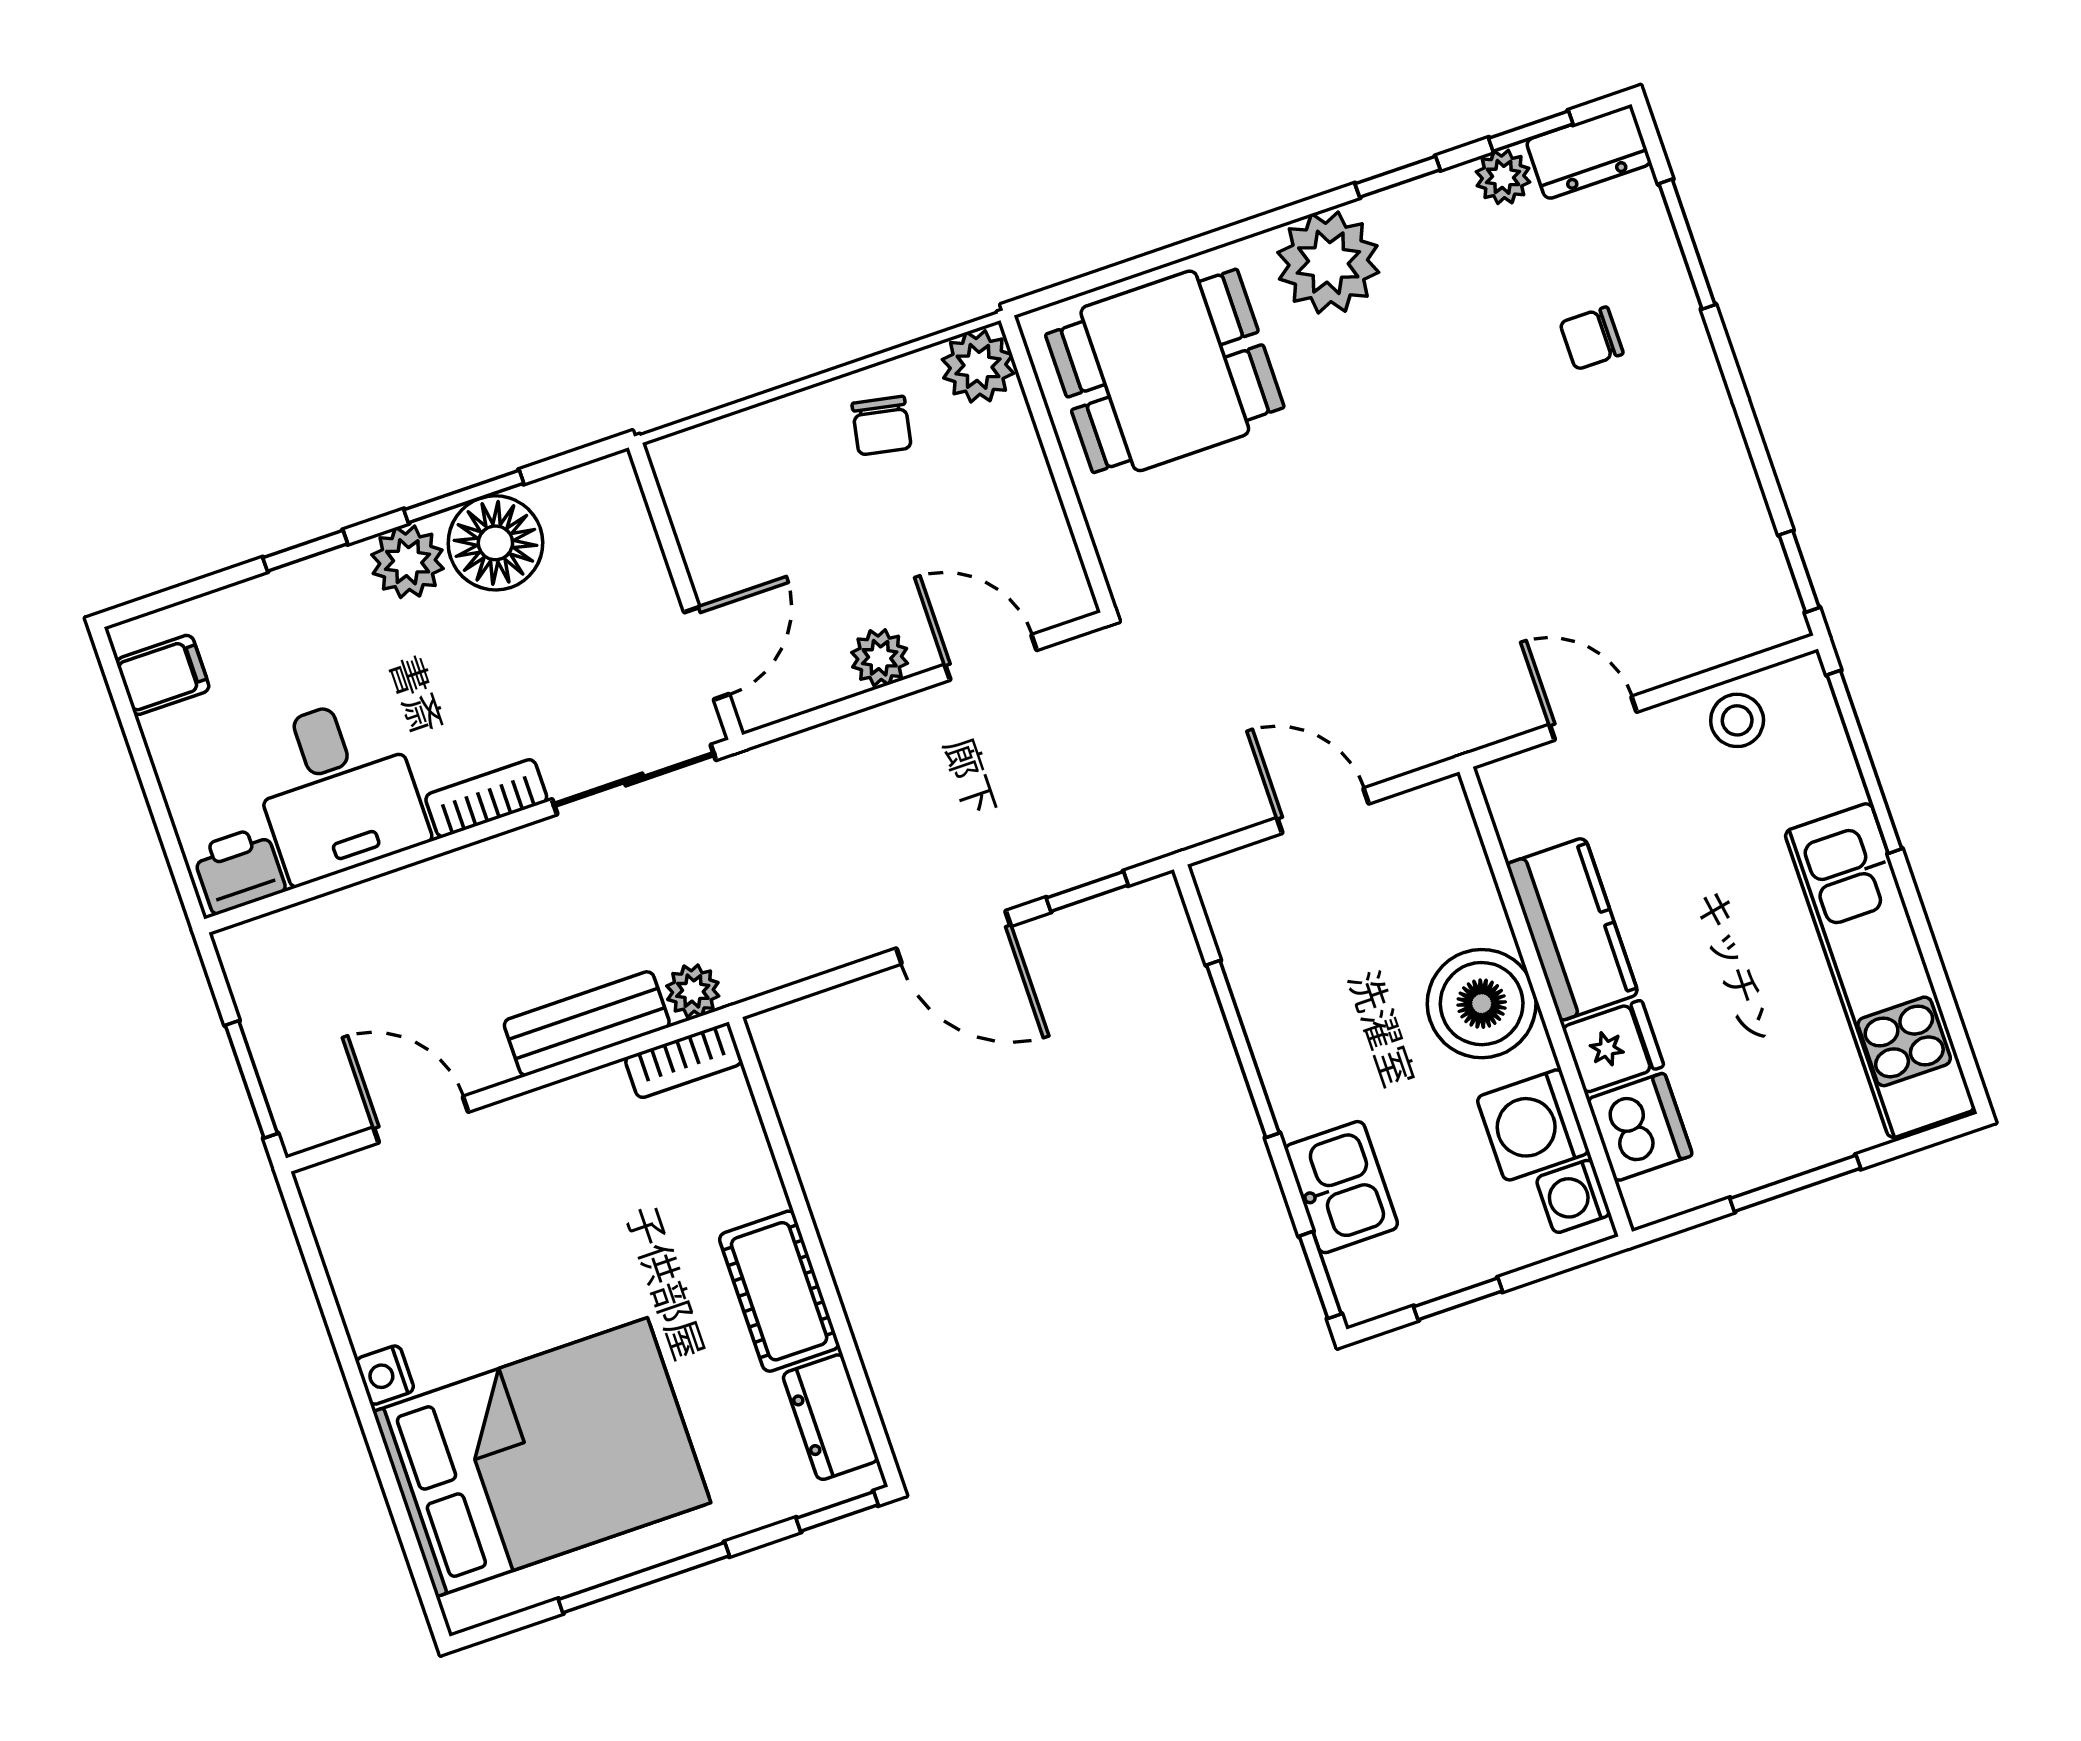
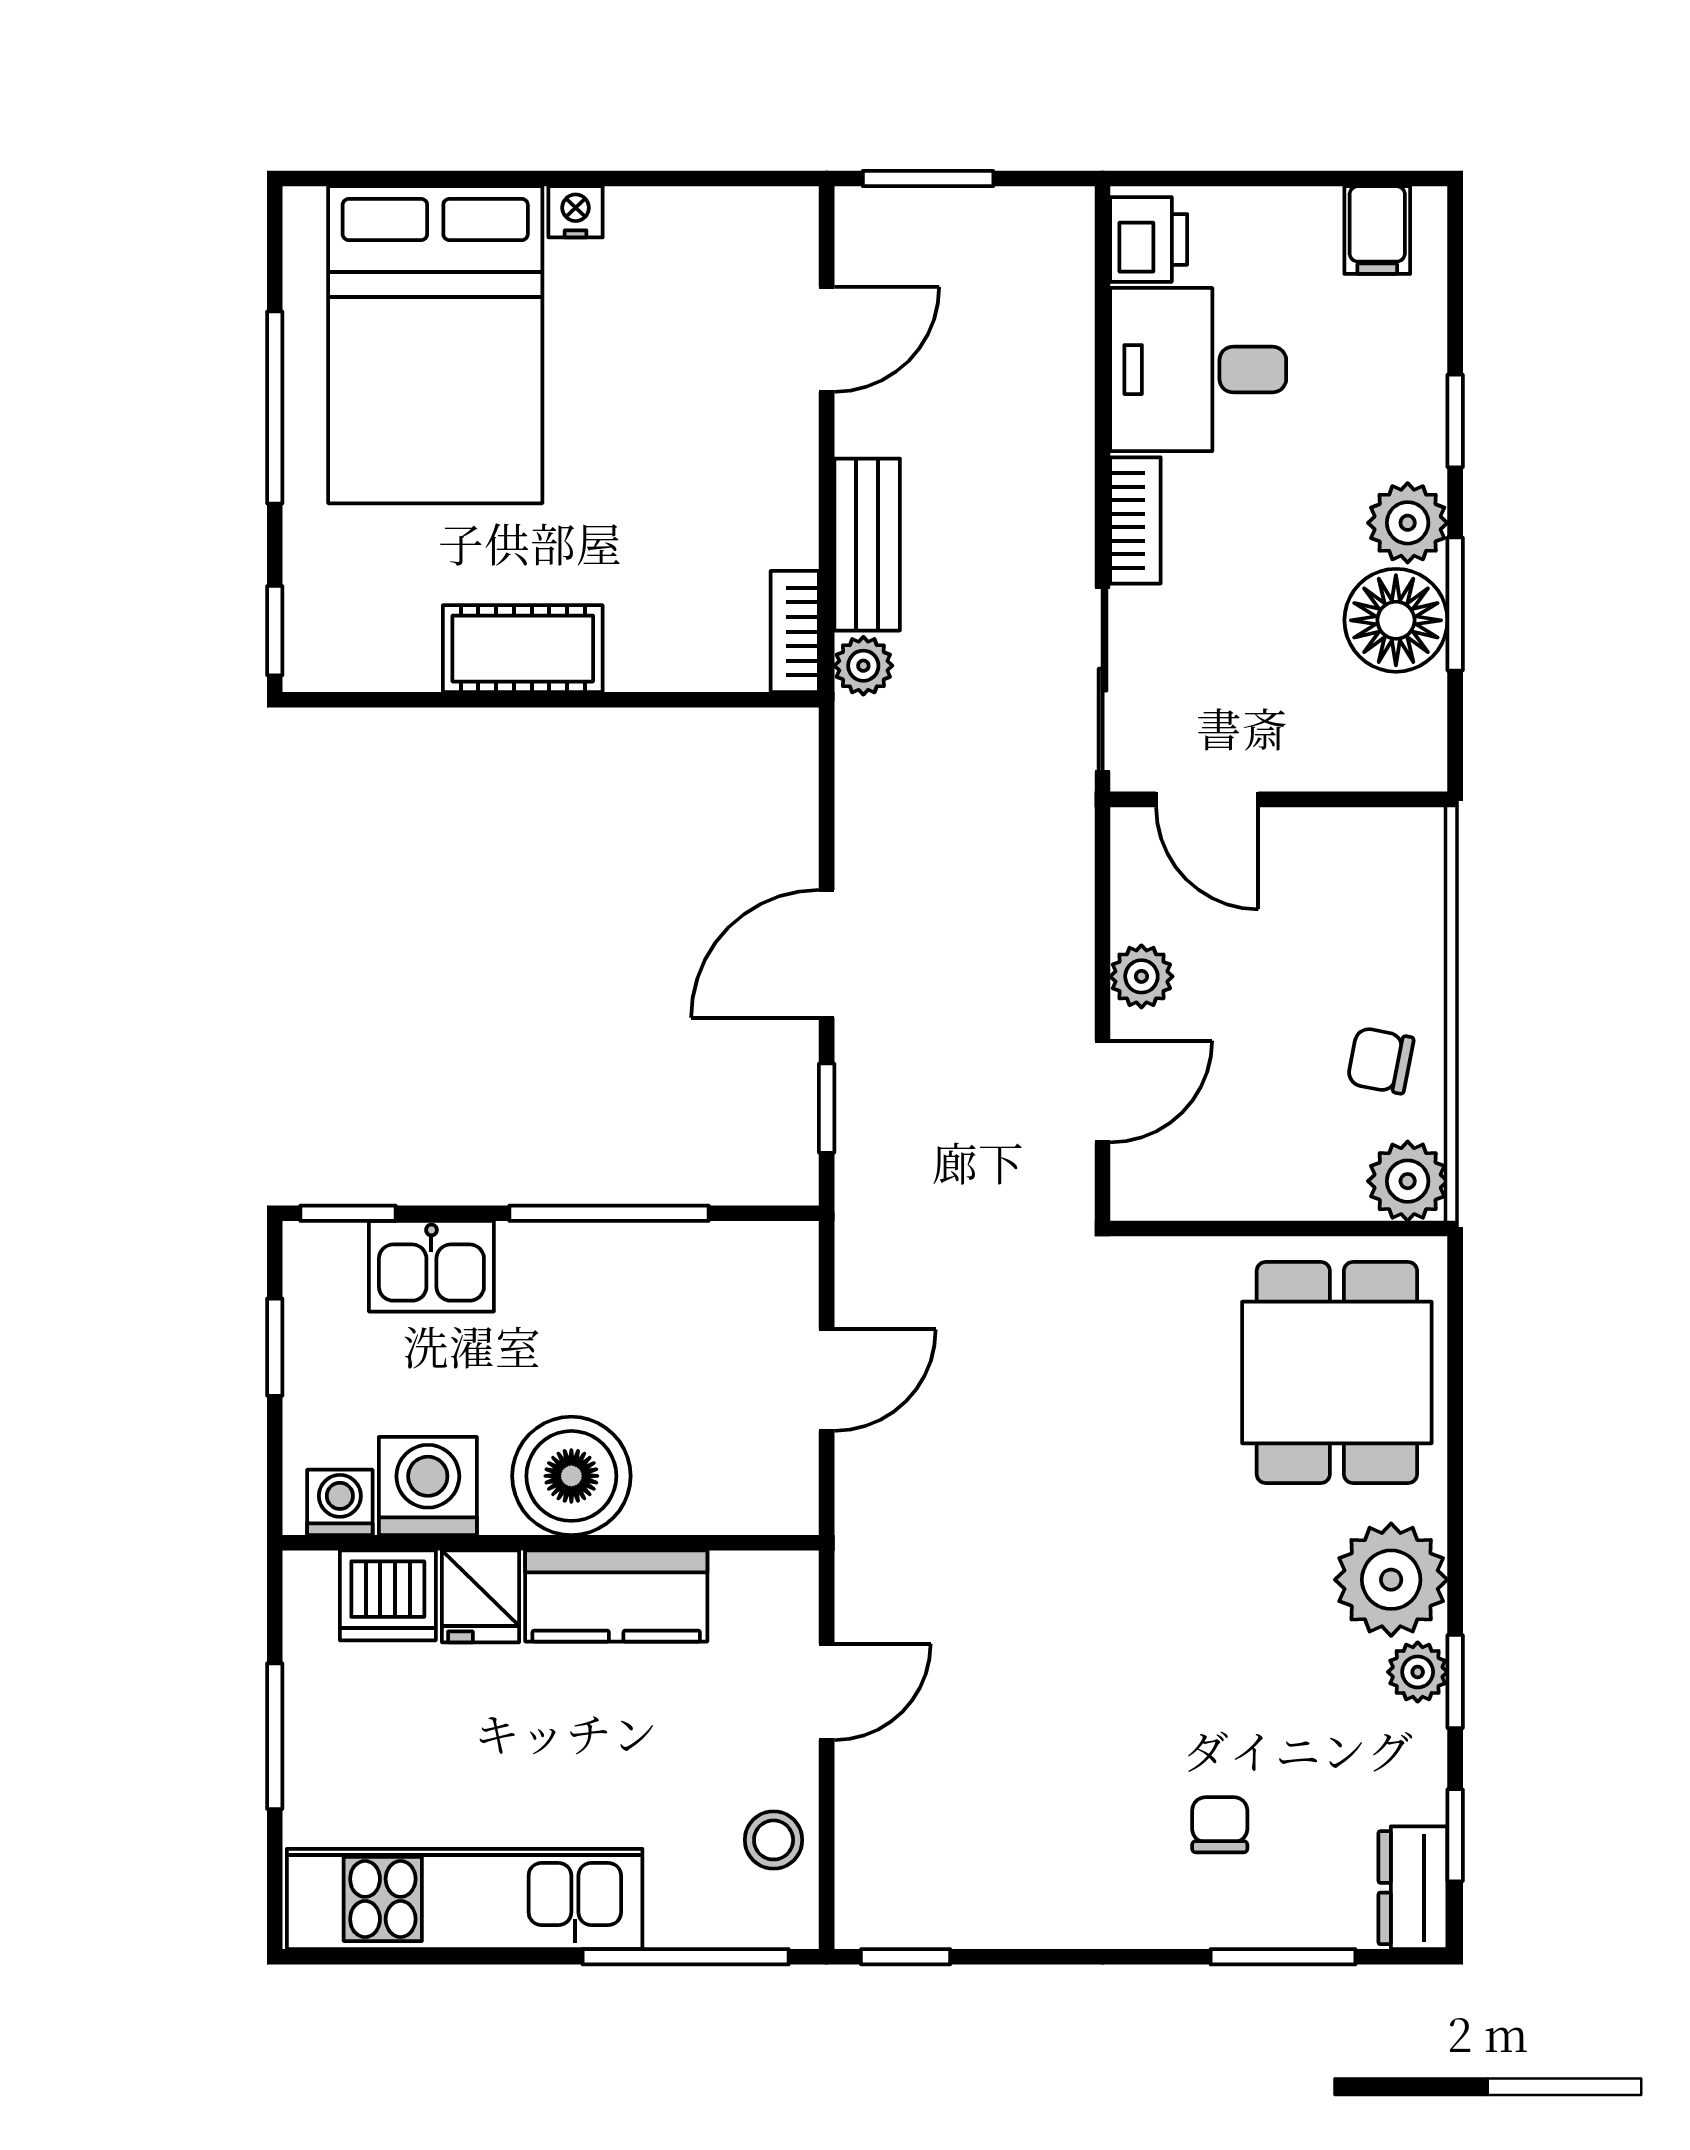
plant: (1503, 177) -> (1418, 1672), moved
dresser: (830, 1417) -> (374, 657), removed

